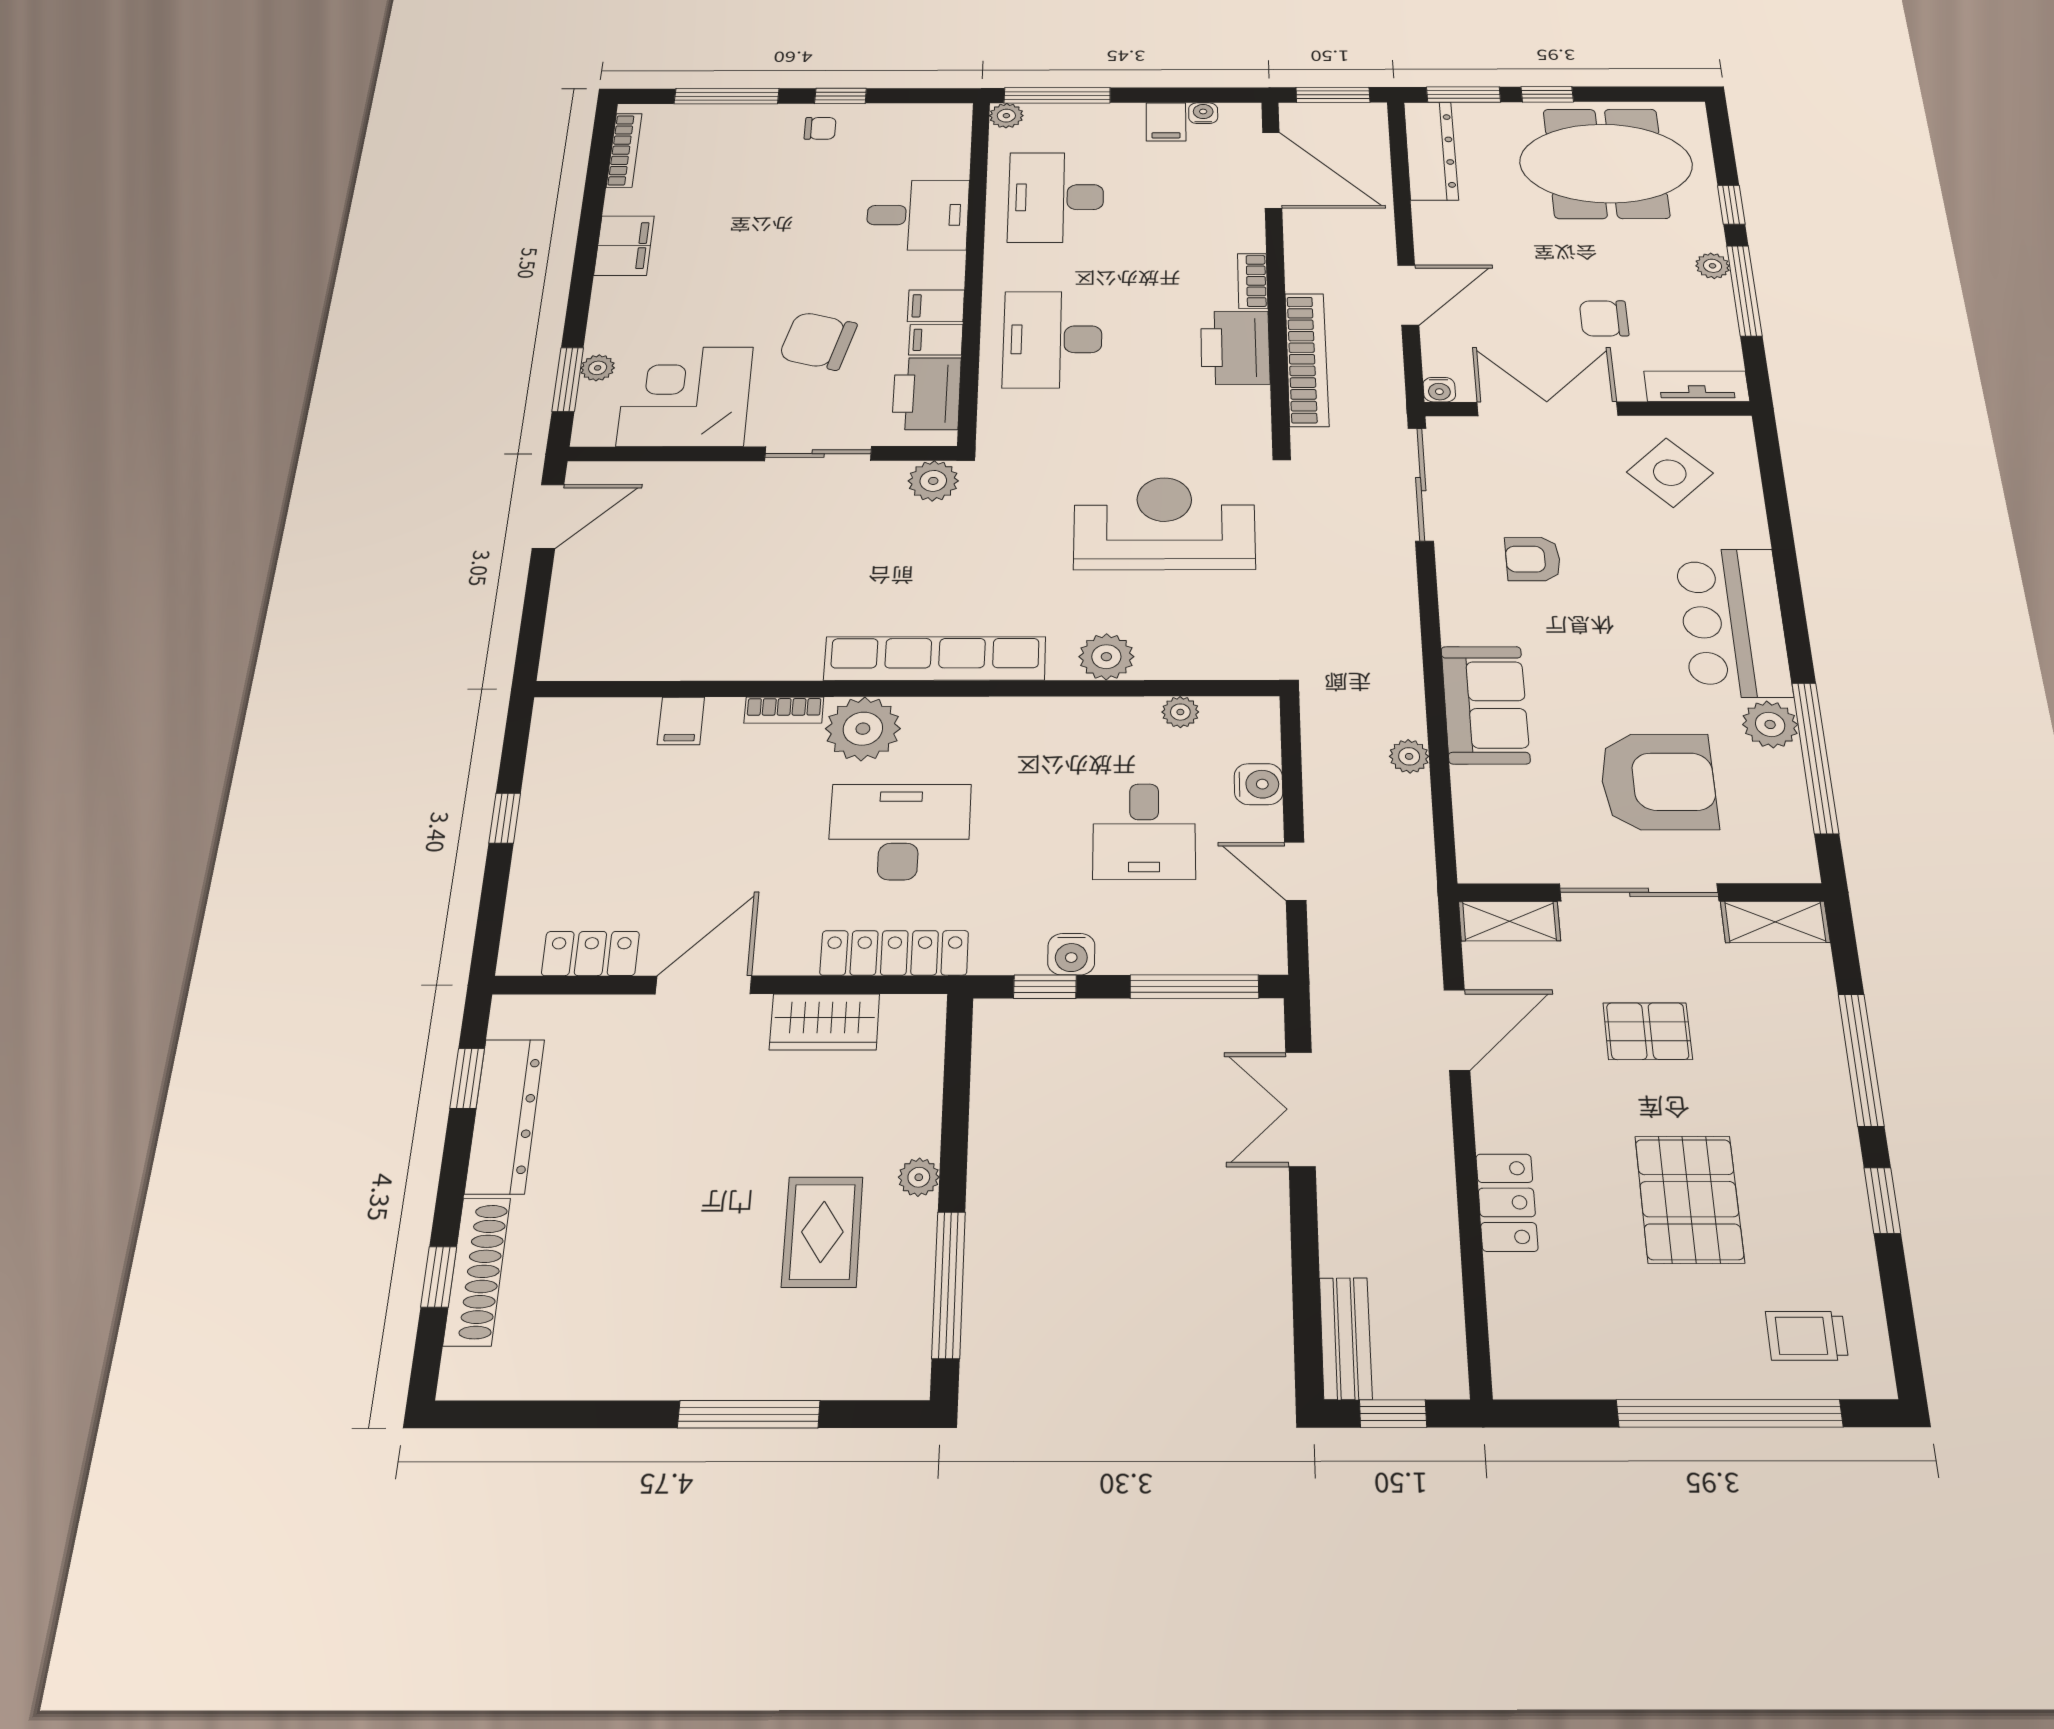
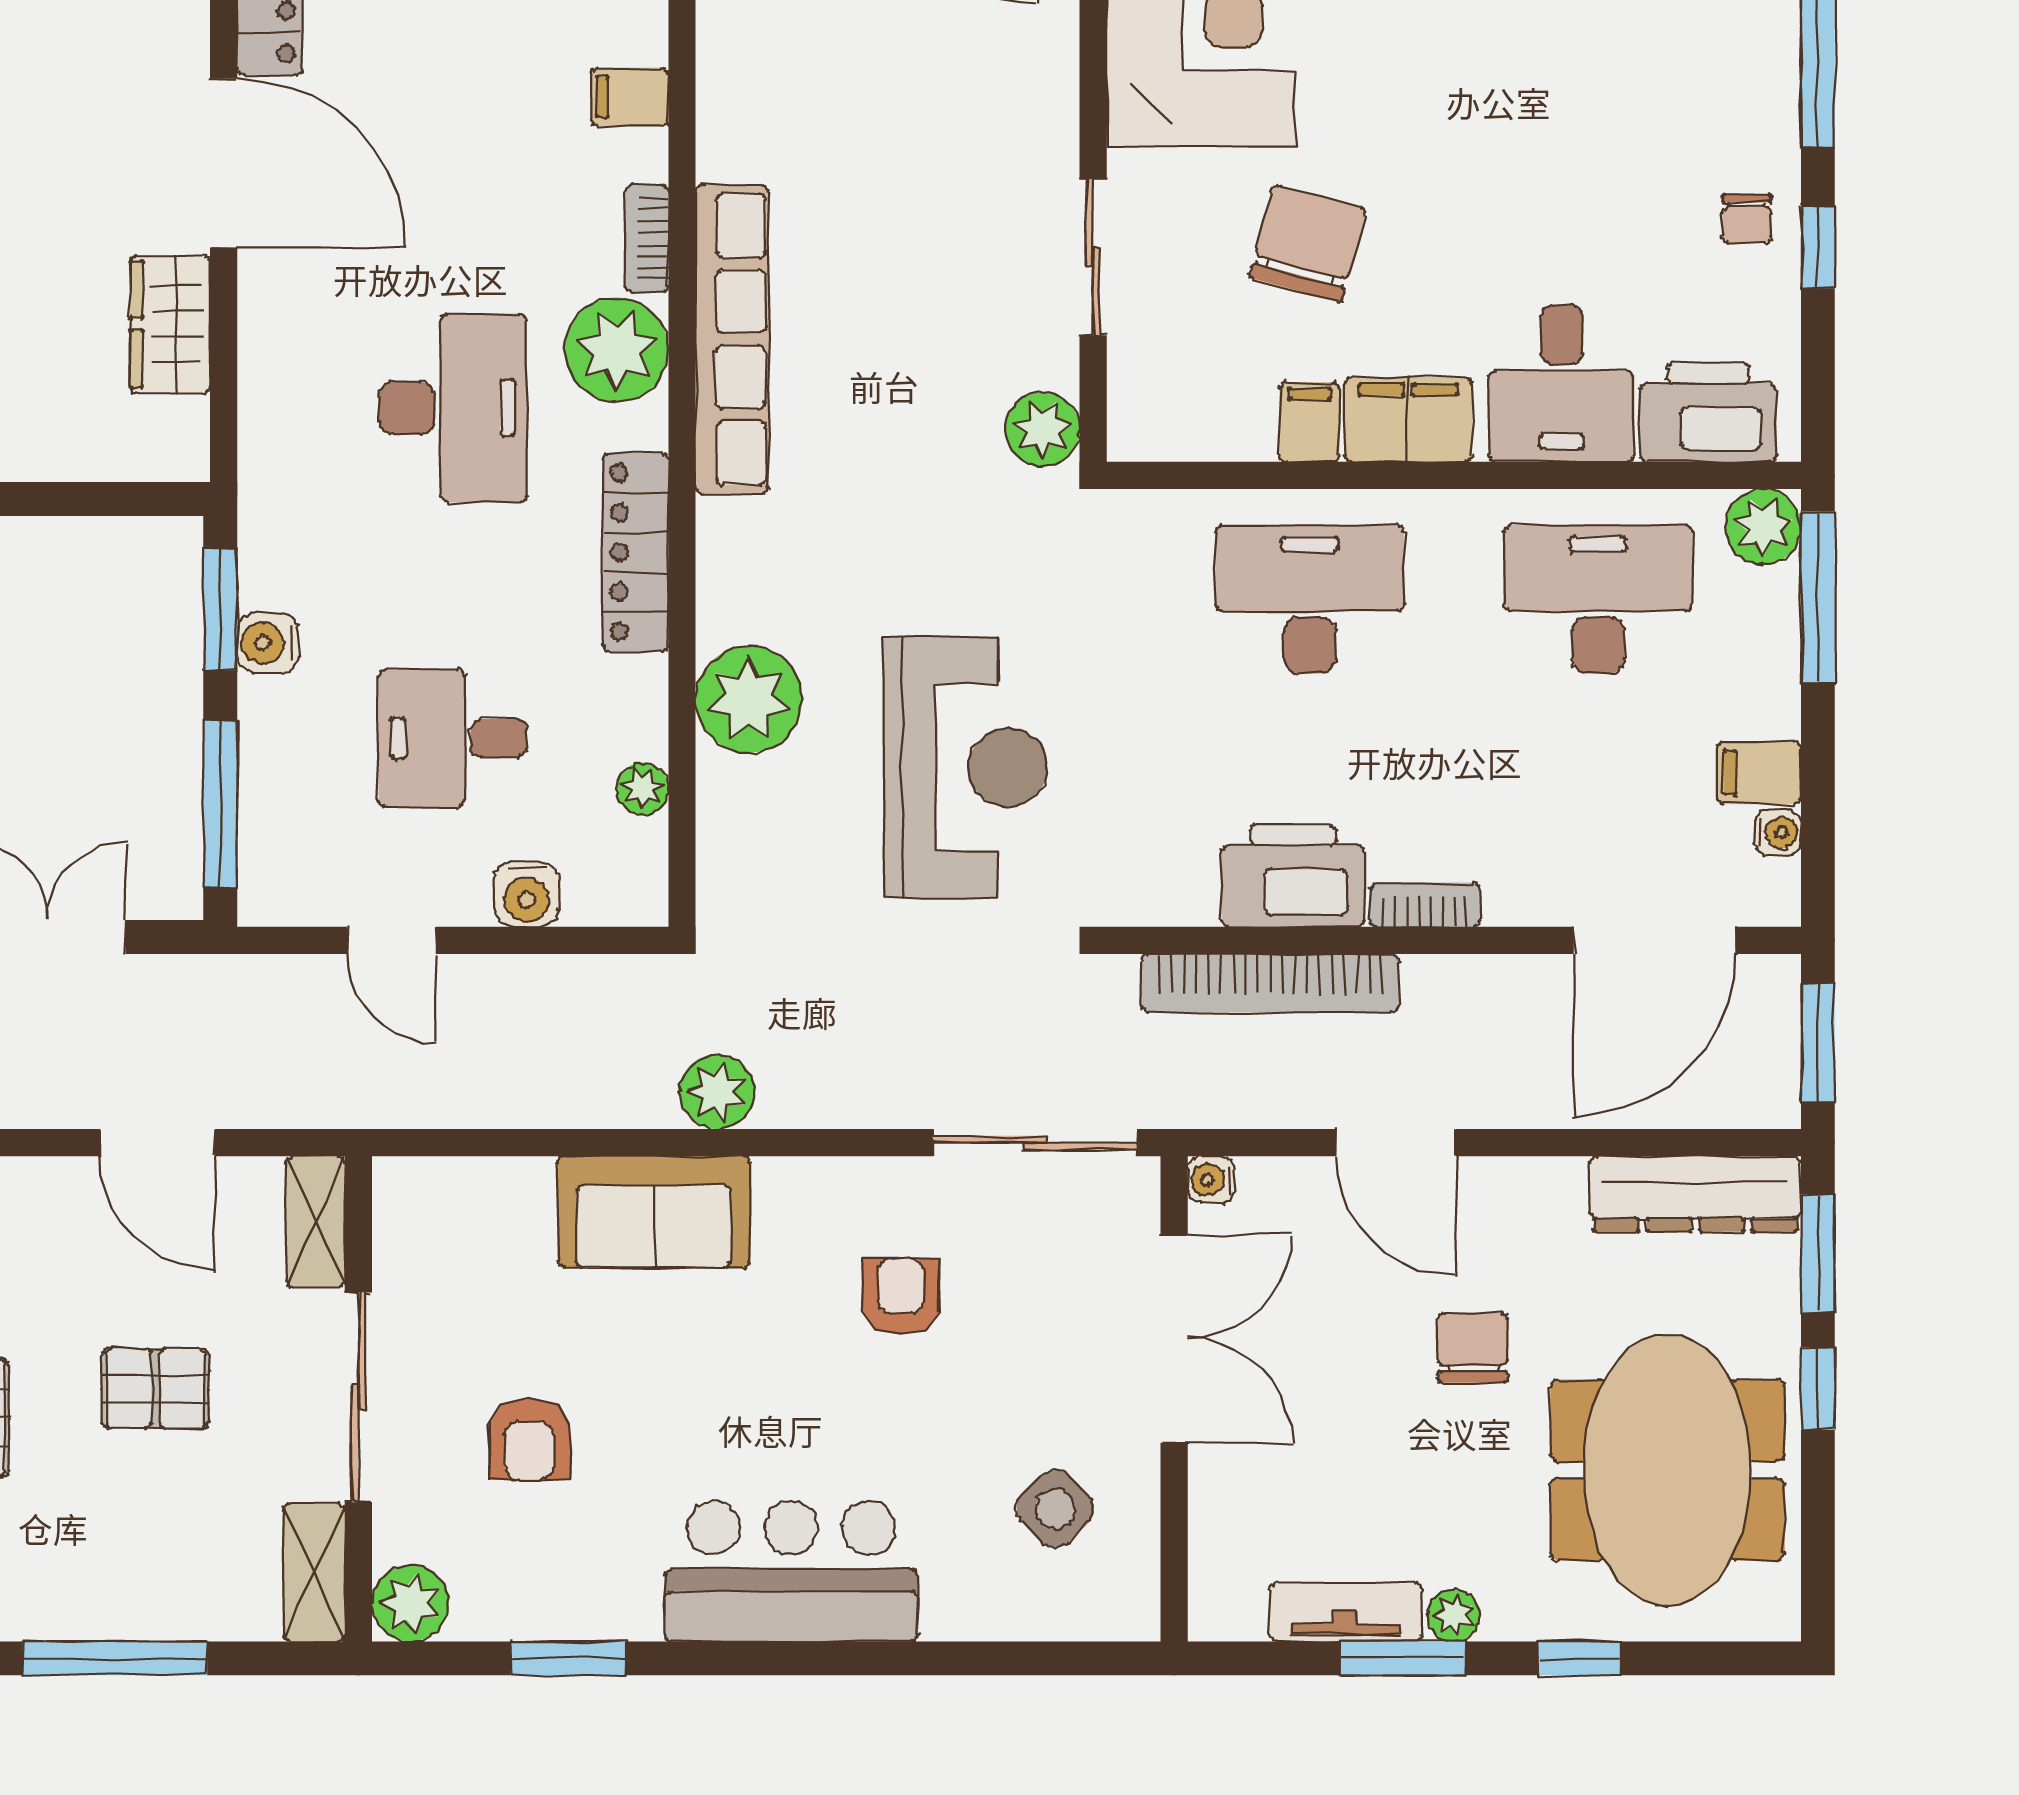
plant: (1006, 116) -> (1763, 527), width x1.38, depth x1.38
window: (1744, 291) -> (1403, 1658), width x0.69
filing cabinet: (936, 306) -> (1408, 419), width x2.00
chair: (1604, 318) -> (1473, 1348), moved
tv unit: (1697, 386) -> (1346, 1612), moved, turned -90
printer: (927, 394) -> (1708, 413), moved
side table: (1670, 473) -> (1055, 1509), width x0.73, depth x0.73
plant: (1106, 657) -> (749, 699), width x1.36, depth x1.36
row of seats: (935, 658) -> (732, 339), moved
plant: (1770, 724) -> (410, 1603), moved
plant: (1409, 756) -> (717, 1092), moved, width x1.38, depth x1.38
window: (1815, 757) -> (568, 1658), width x0.47
armchair: (1658, 782) -> (529, 1439), width x0.53, depth x0.53
door: (1295, 871) -> (391, 940), swing flipped
locker: (894, 953) -> (636, 552), moved, turned 180
door: (704, 985) -> (224, 163), width x1.36
window: (1045, 987) -> (220, 609), width x1.50
pallet: (1648, 1031) -> (155, 1389), turned 90

